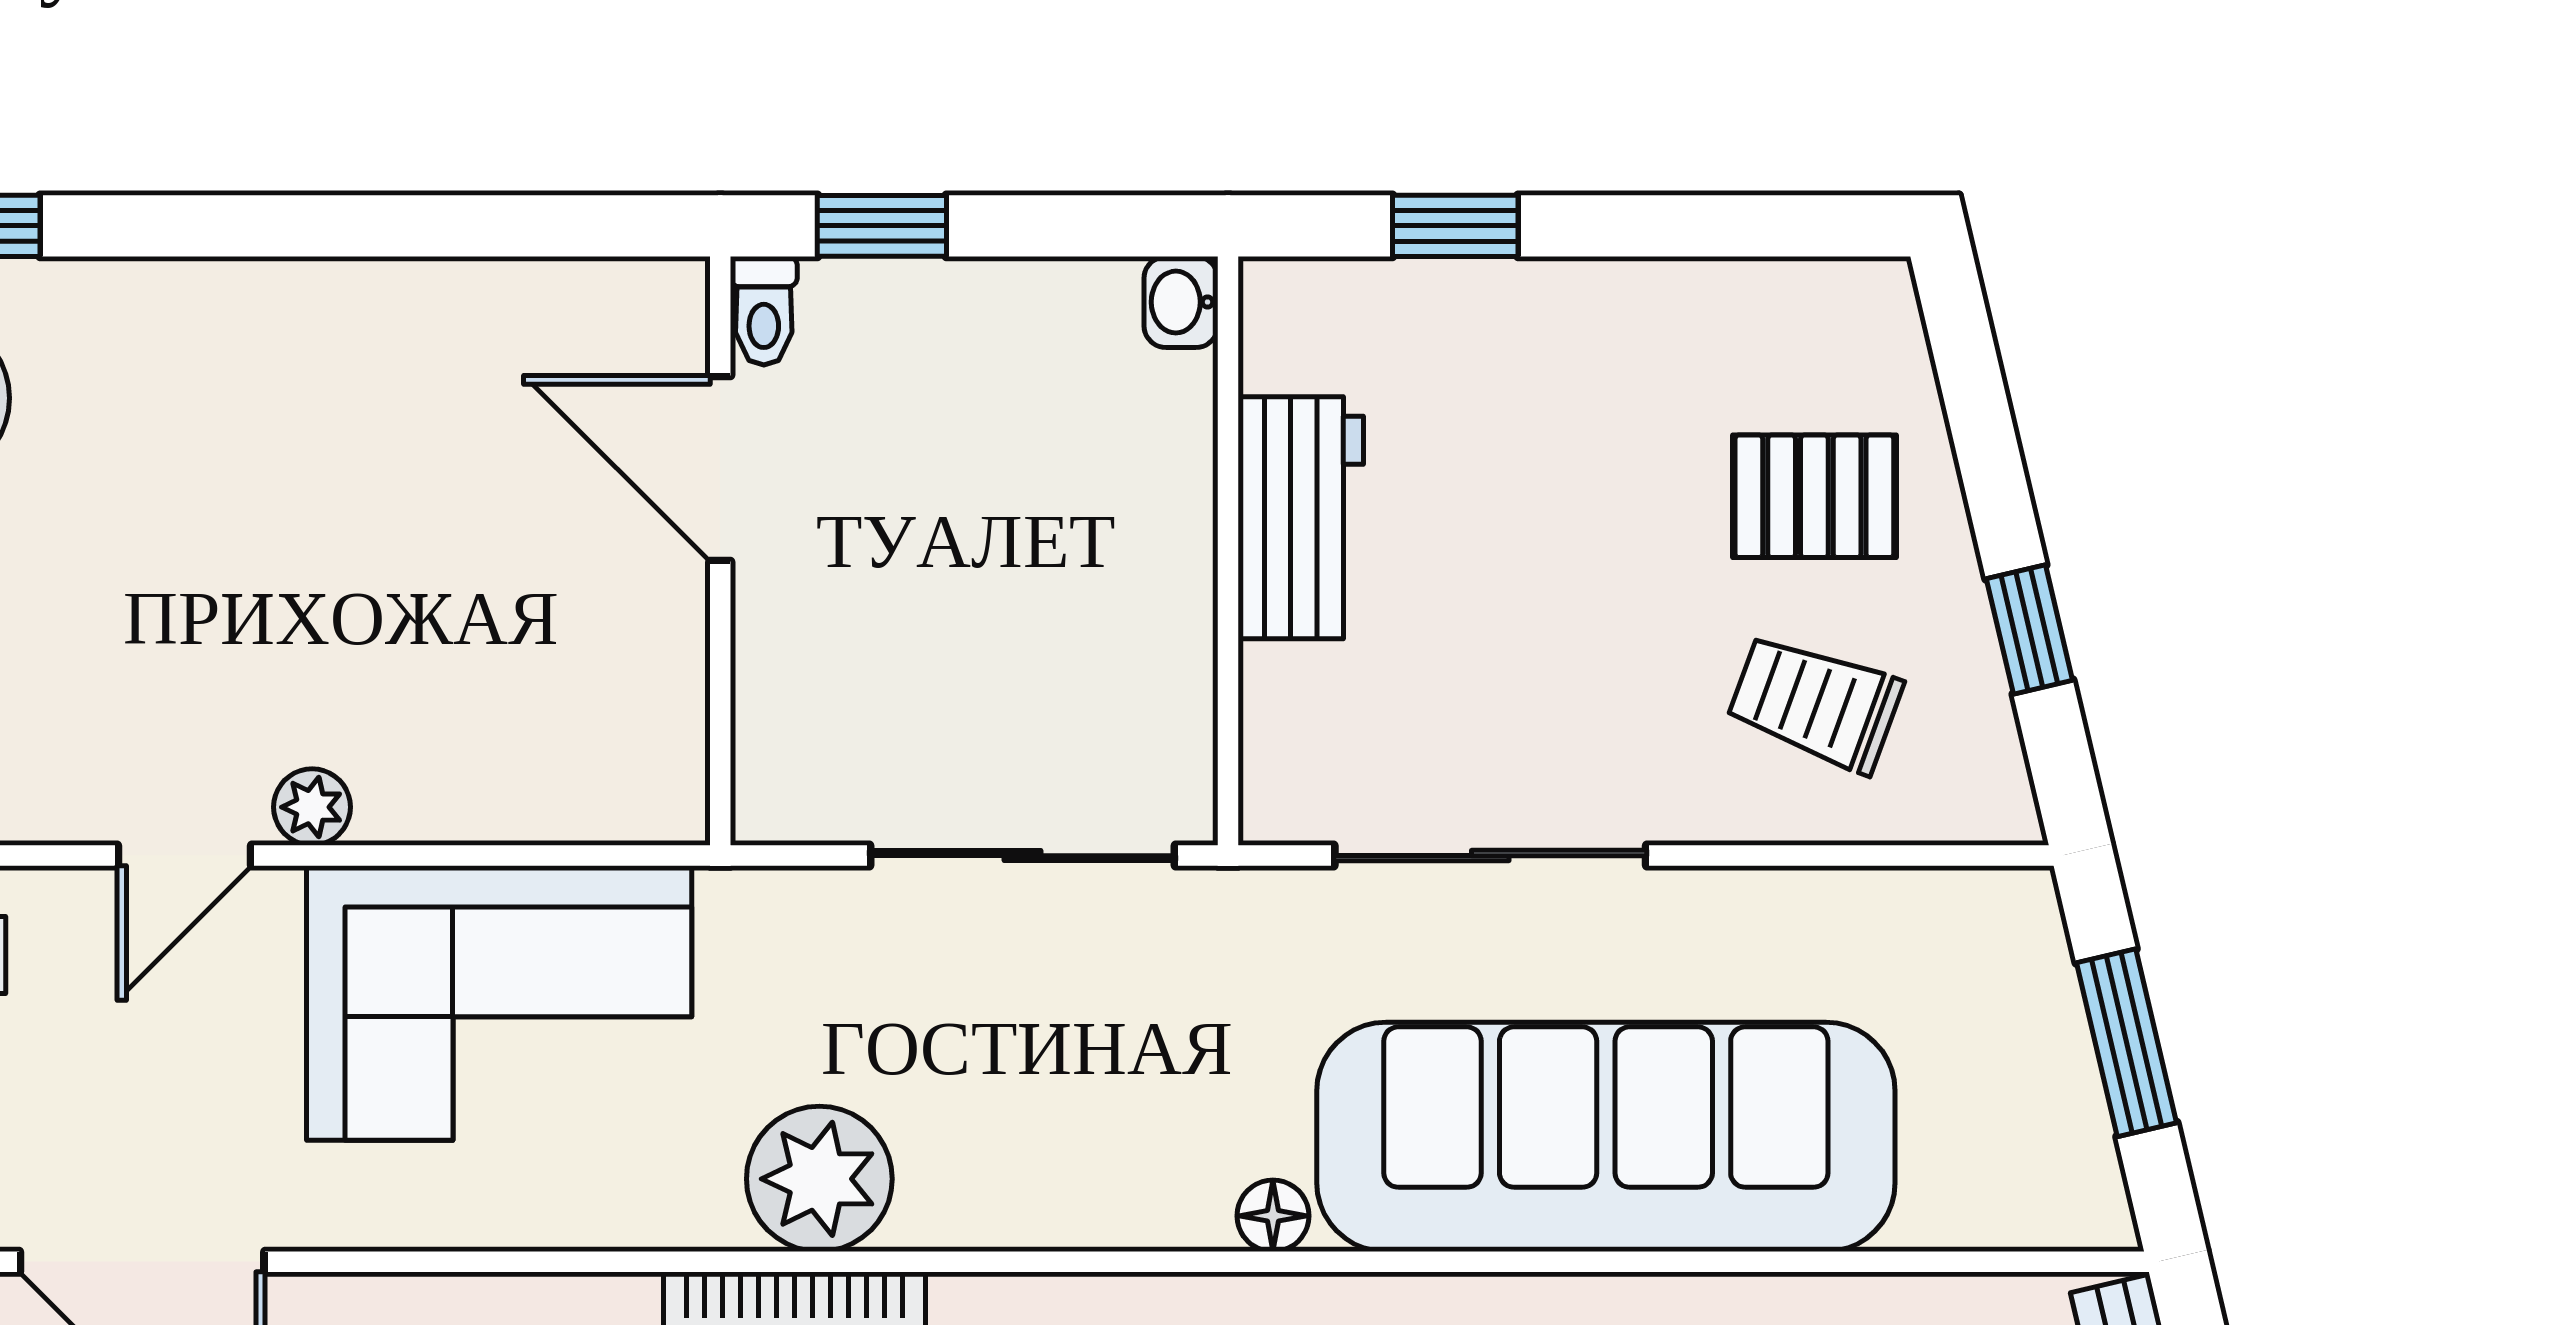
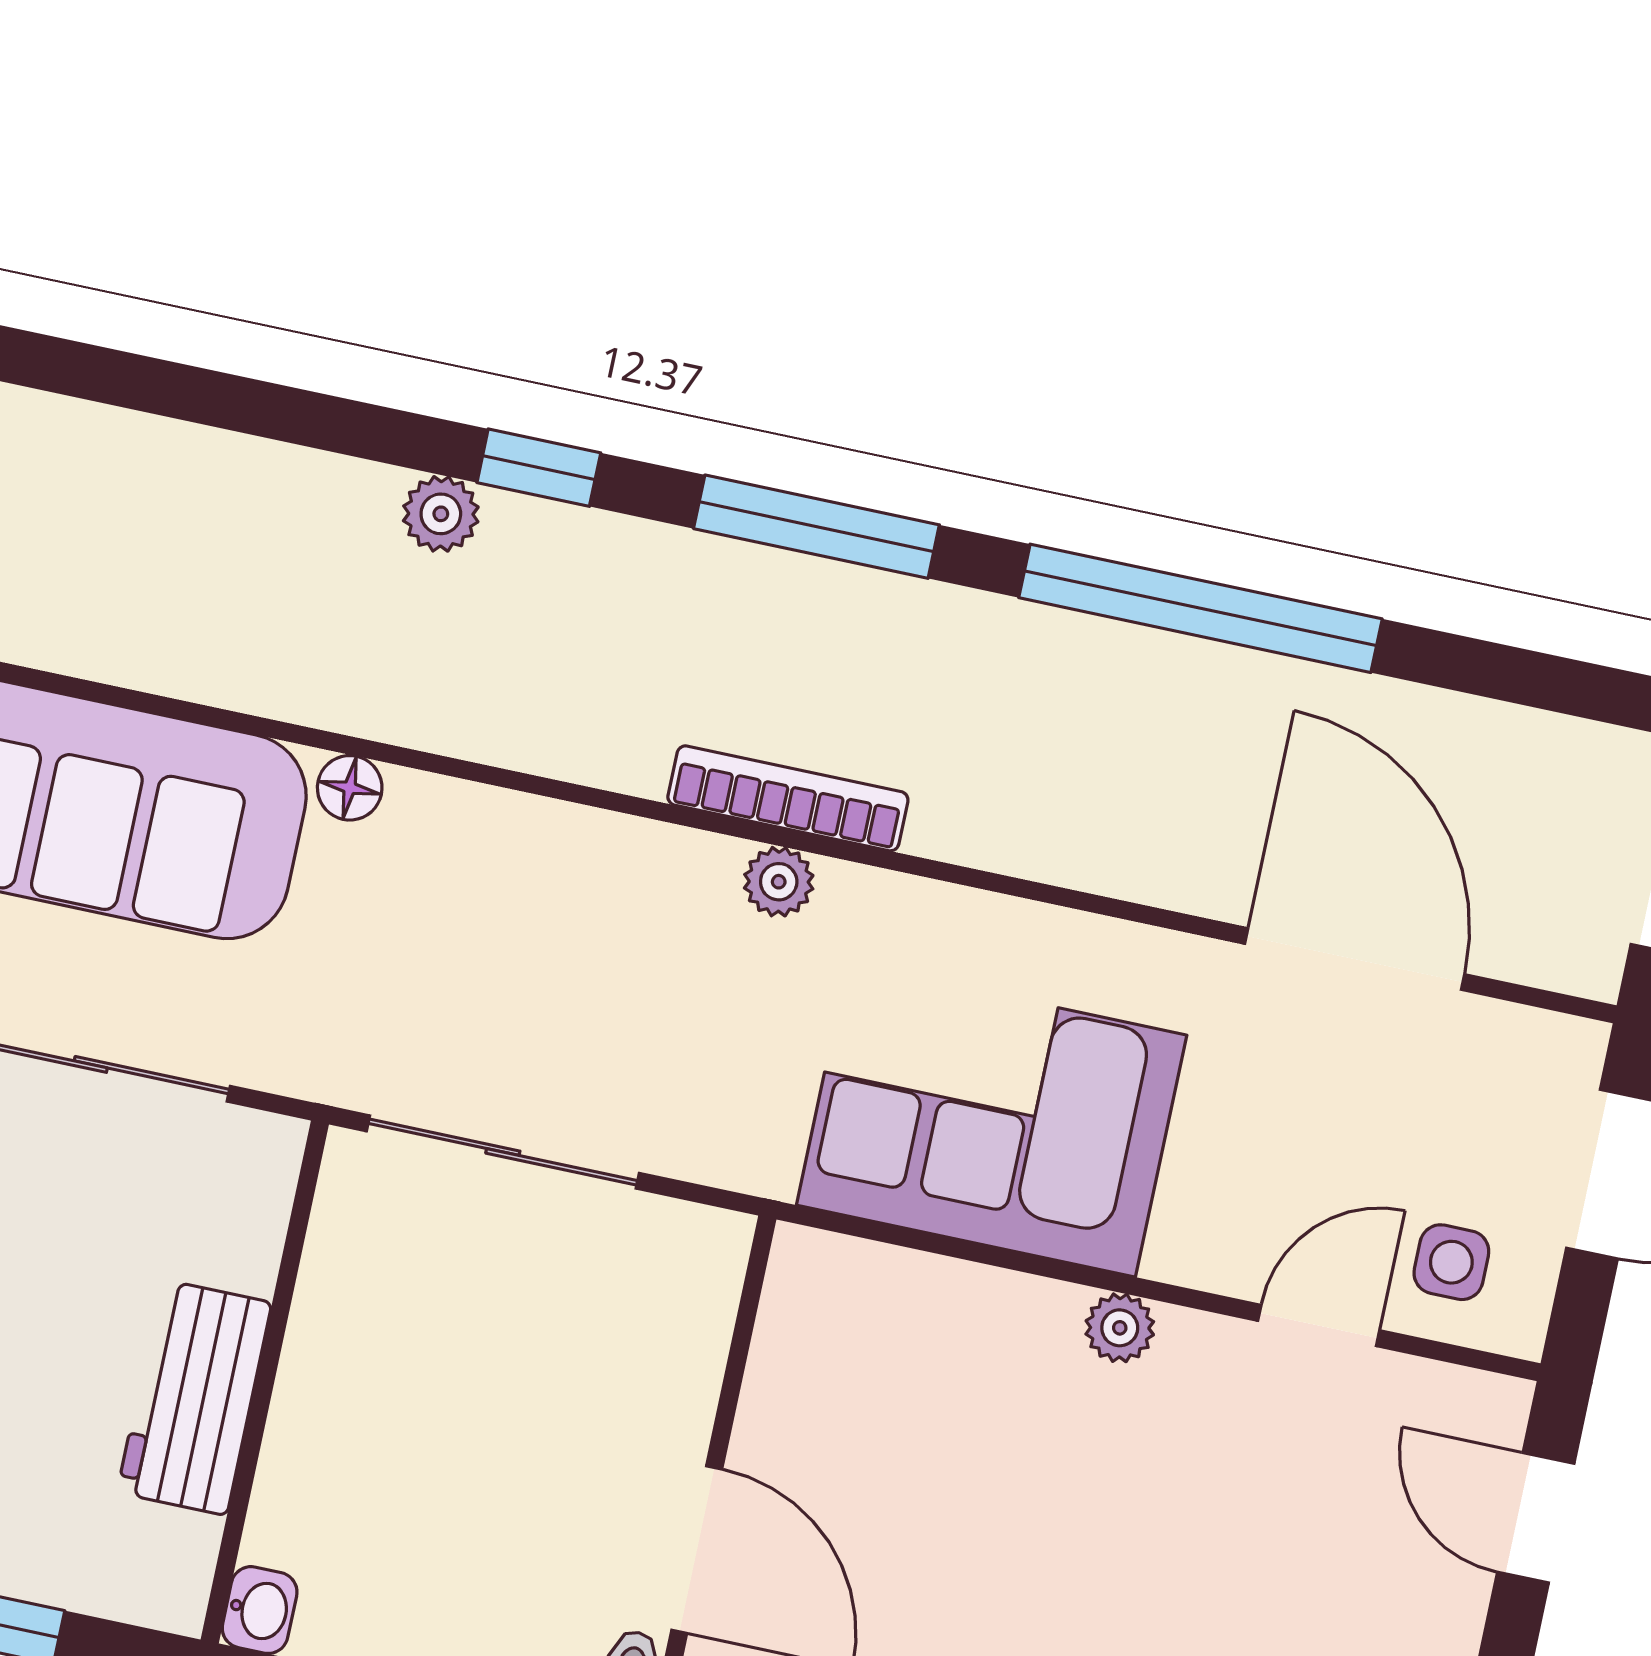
door: (184, 856) -> (1319, 1325), moved
plant: (819, 1179) -> (779, 882), width x0.53, depth x0.53

